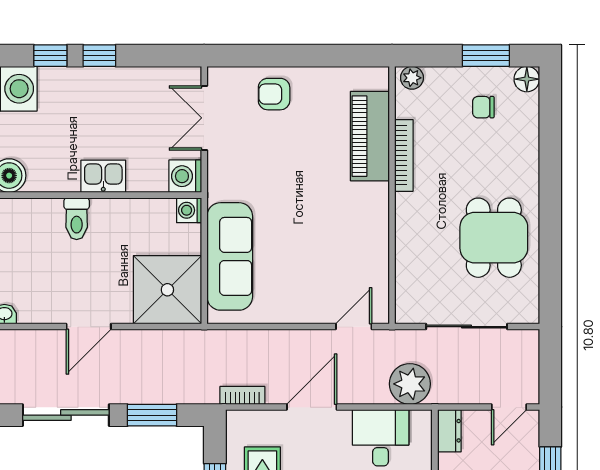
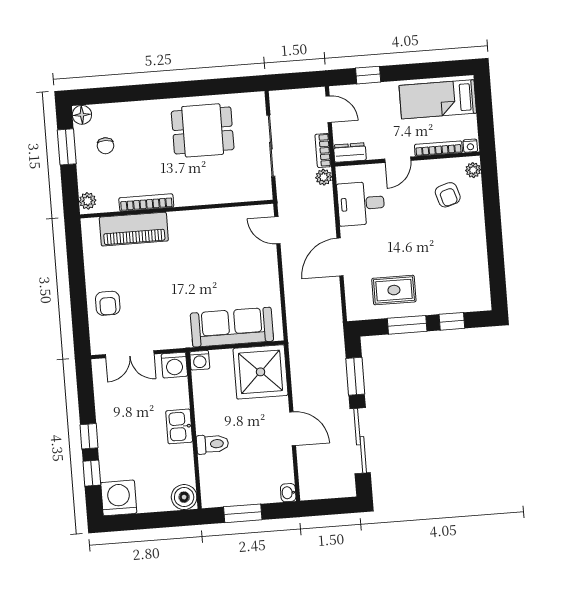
plant: (410, 384) -> (324, 177), width x0.53, depth x0.53
bookcase: (242, 395) -> (323, 150), moved
door: (312, 407) -> (340, 257), hinge flipped

